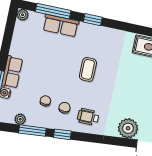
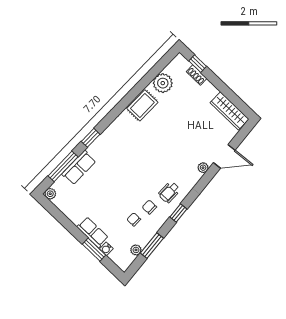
coffee table: (88, 69) -> (130, 168), removed
plant: (128, 128) -> (203, 168), width x0.53, depth x0.53
window: (62, 134) -> (178, 213), moved

